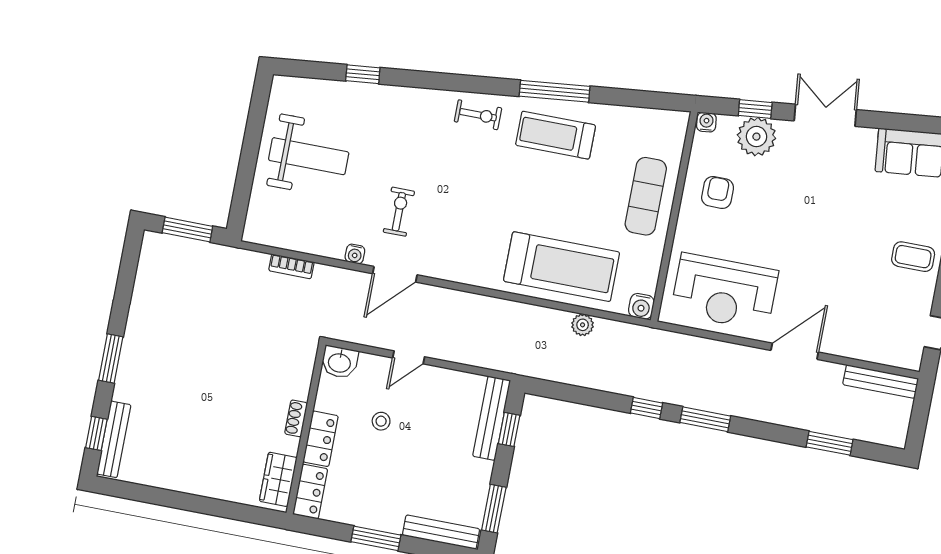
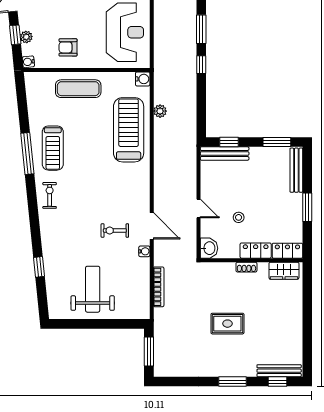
plant: (756, 137) -> (26, 37), width x0.53, depth x0.53
bookcase: (291, 266) -> (159, 287), width x1.56
rug: (209, 369) -> (227, 324), added

